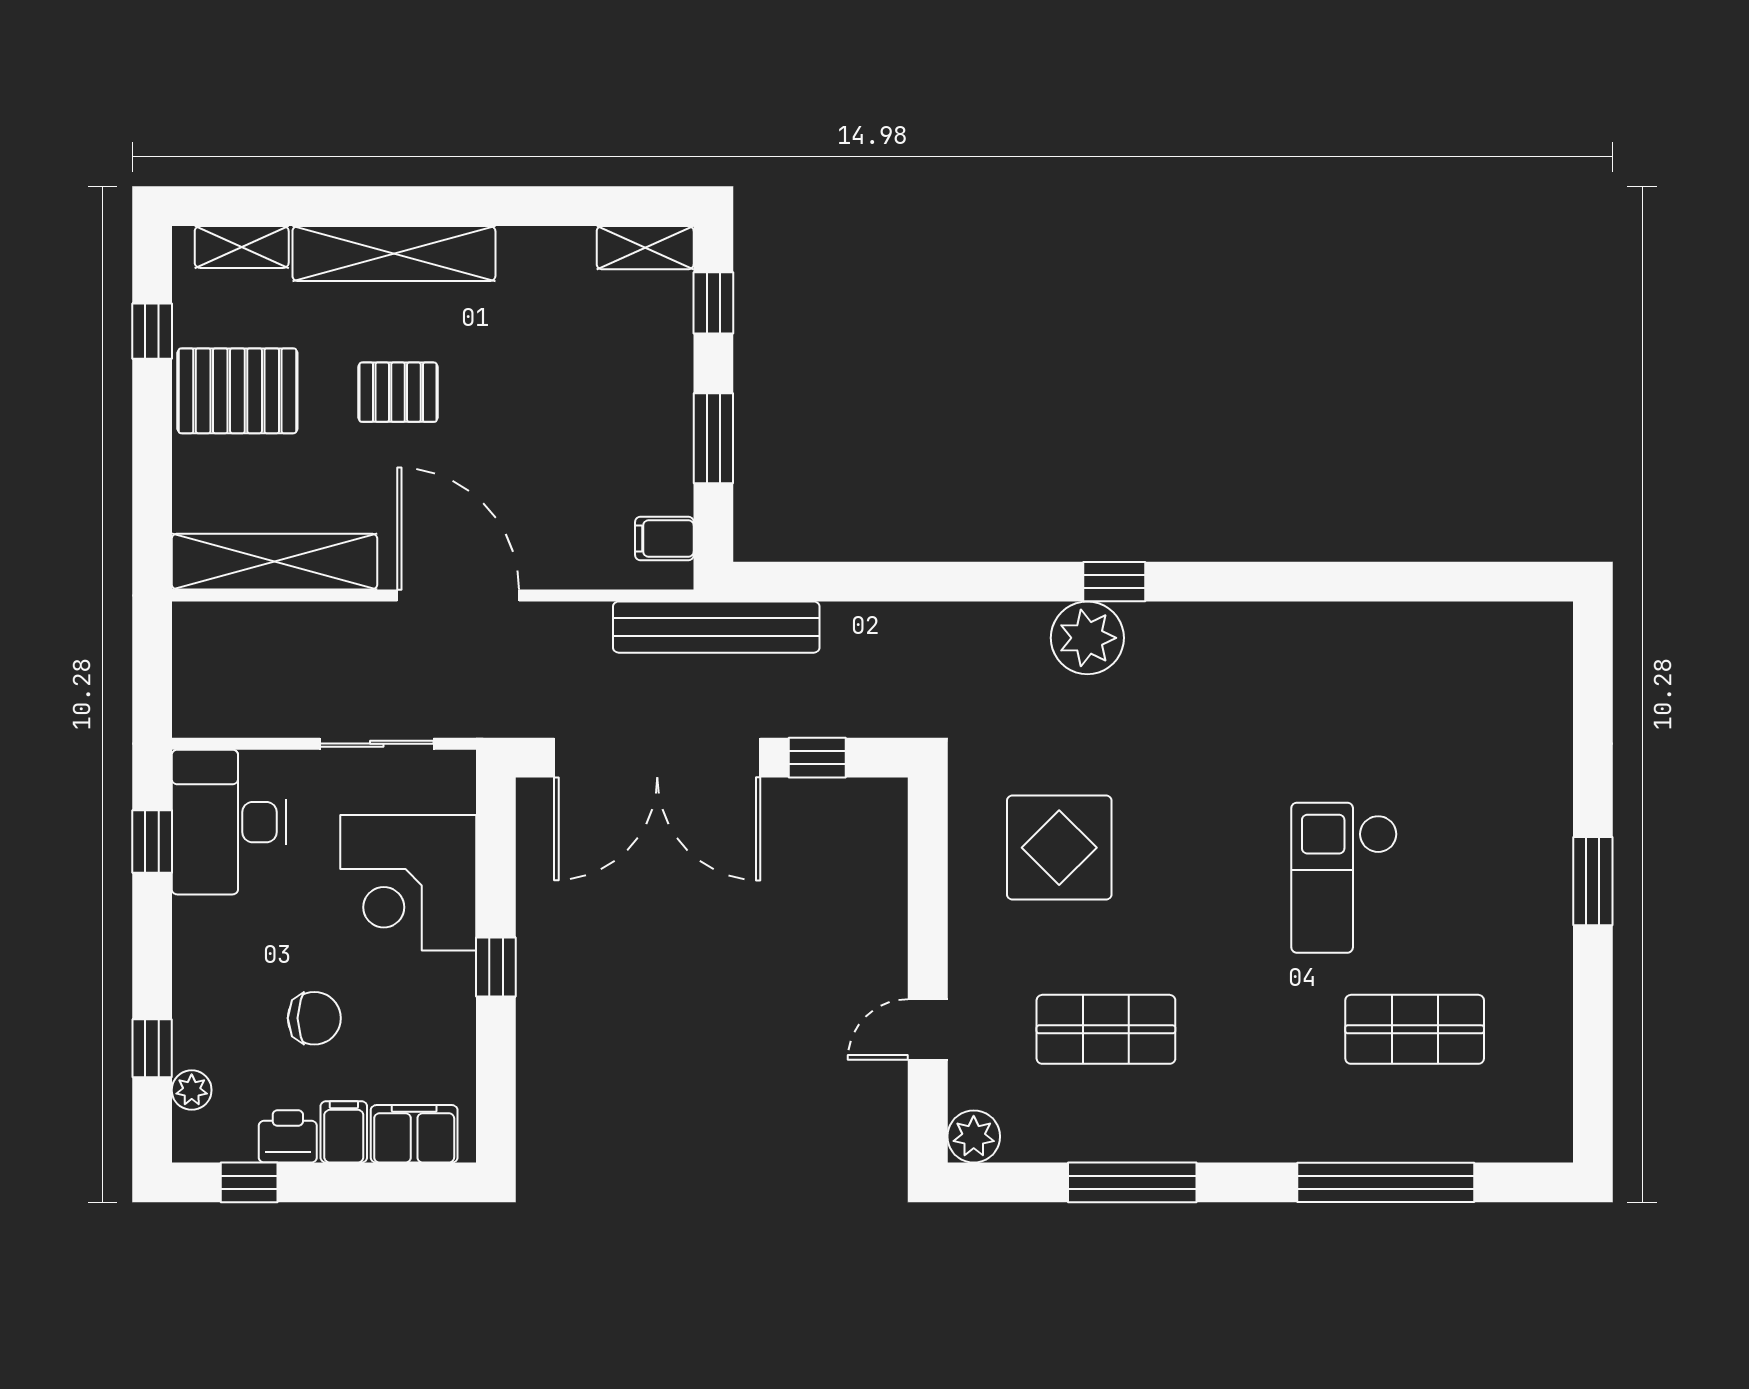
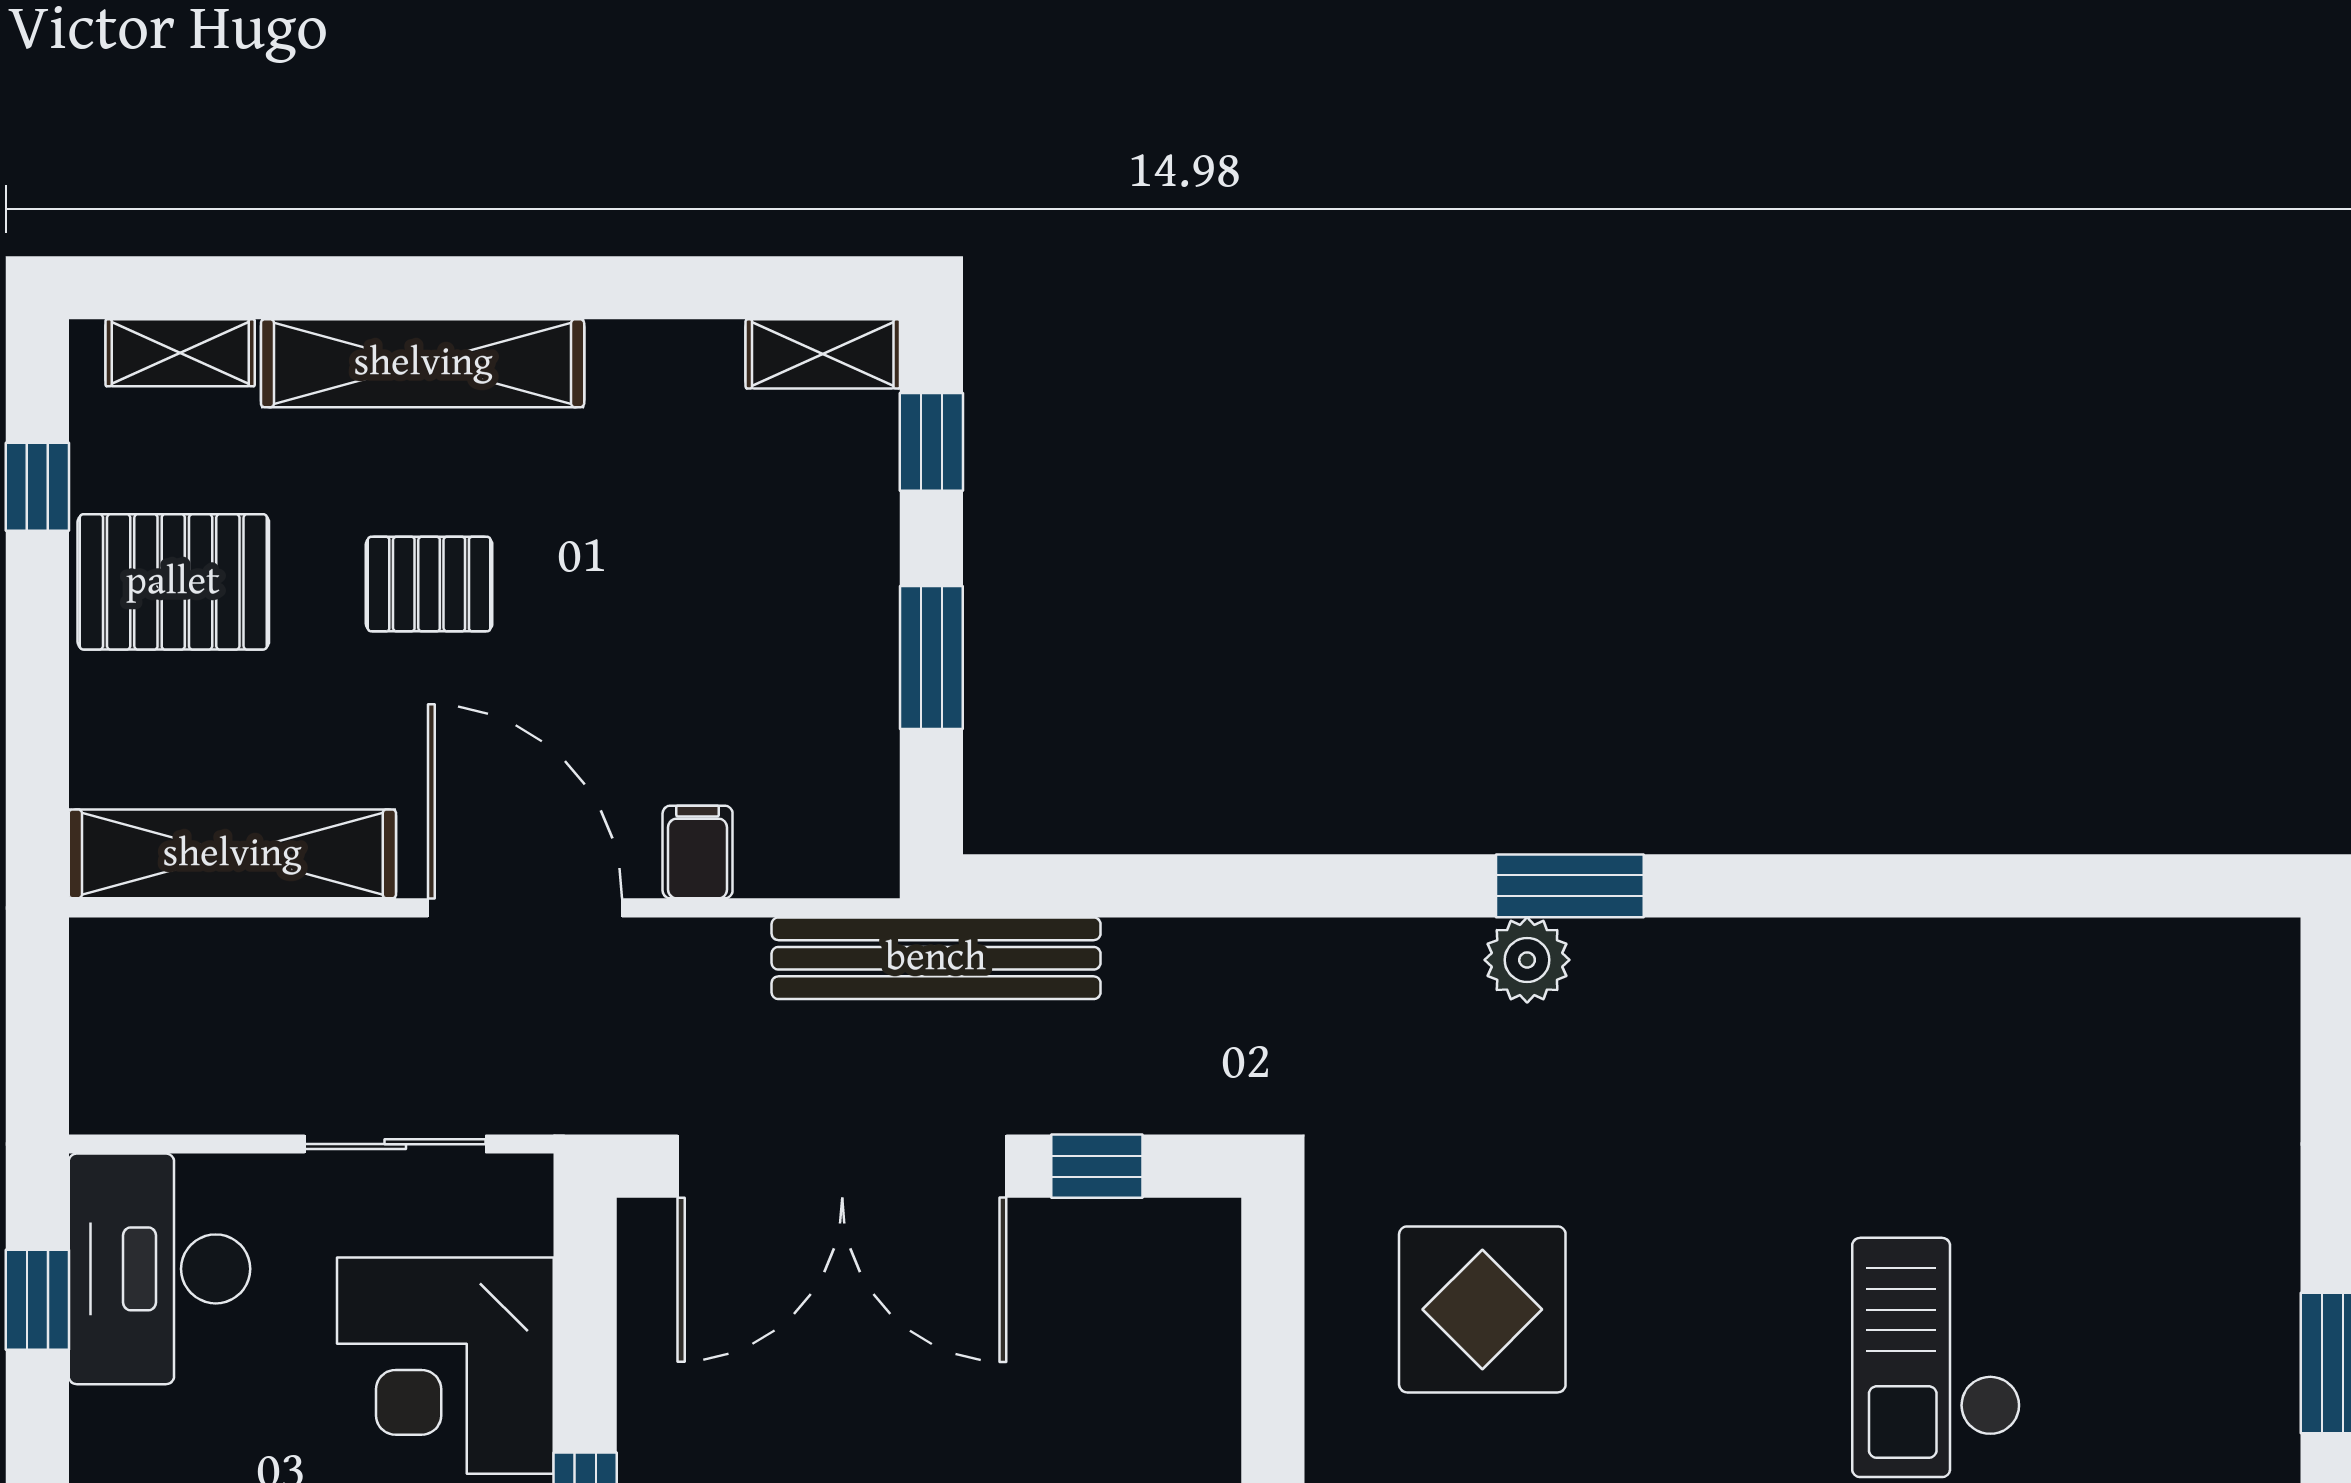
filing cabinet: (664, 538) -> (698, 852), moved, turned 90
window: (1114, 582) -> (1570, 886), width x1.50
plant: (1087, 638) -> (1527, 960), width x0.73, depth x0.73

